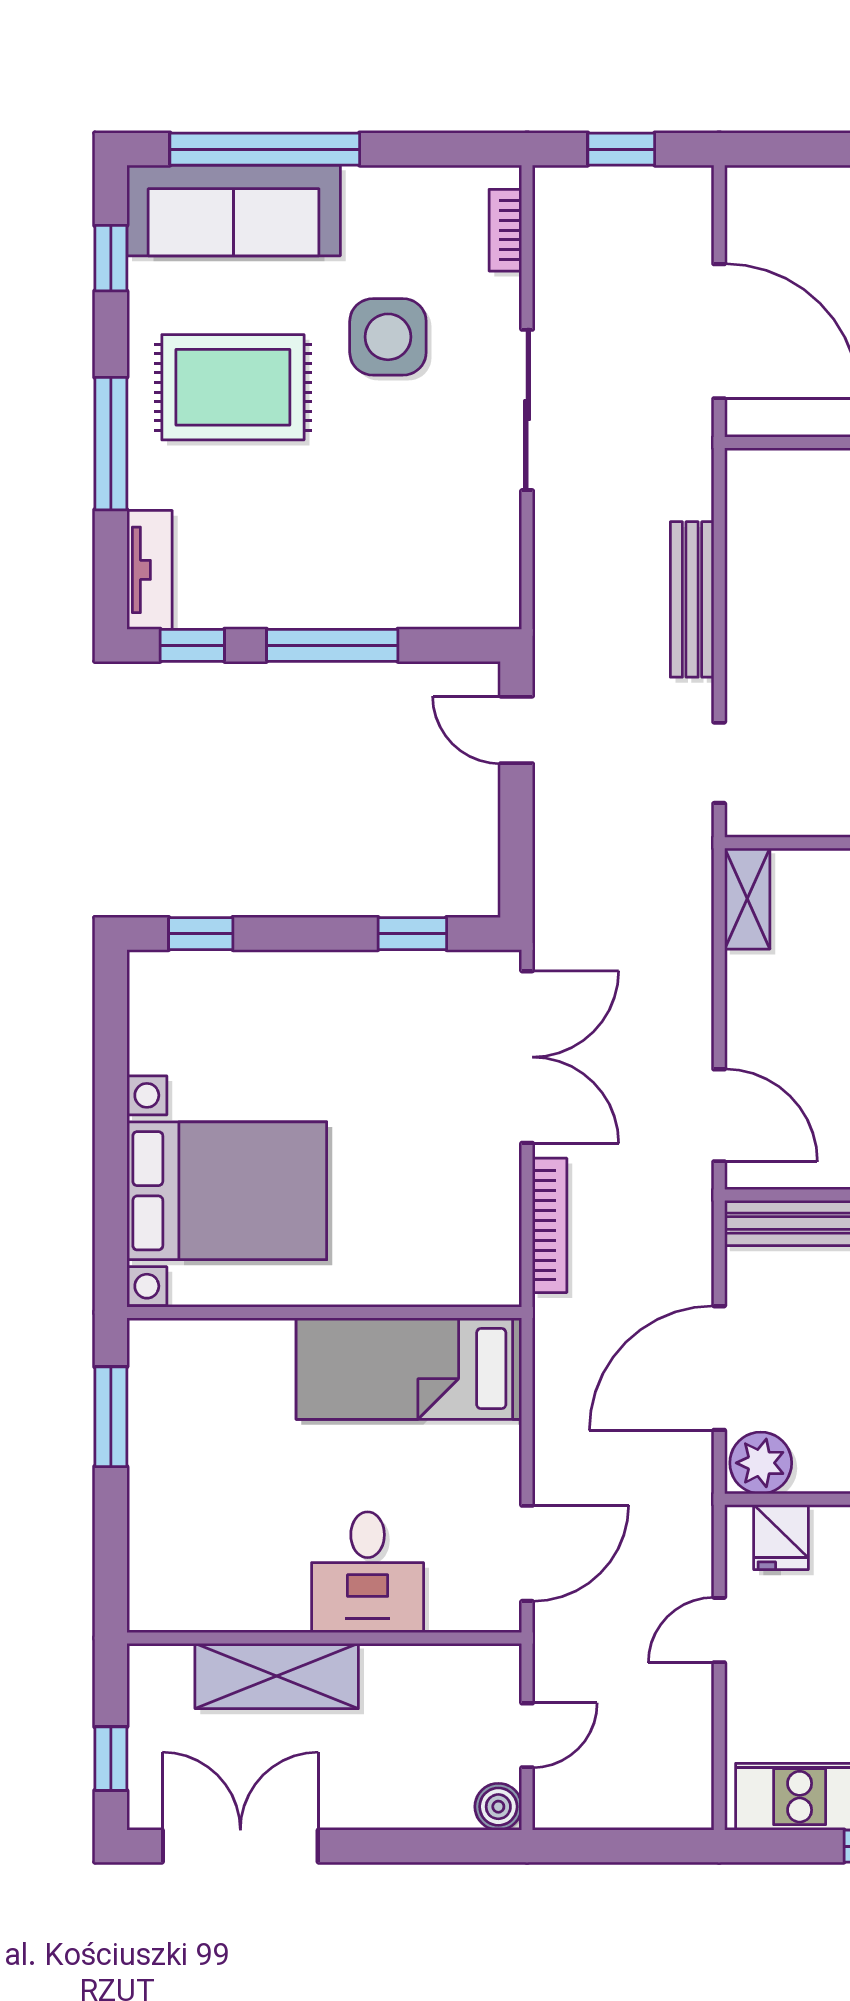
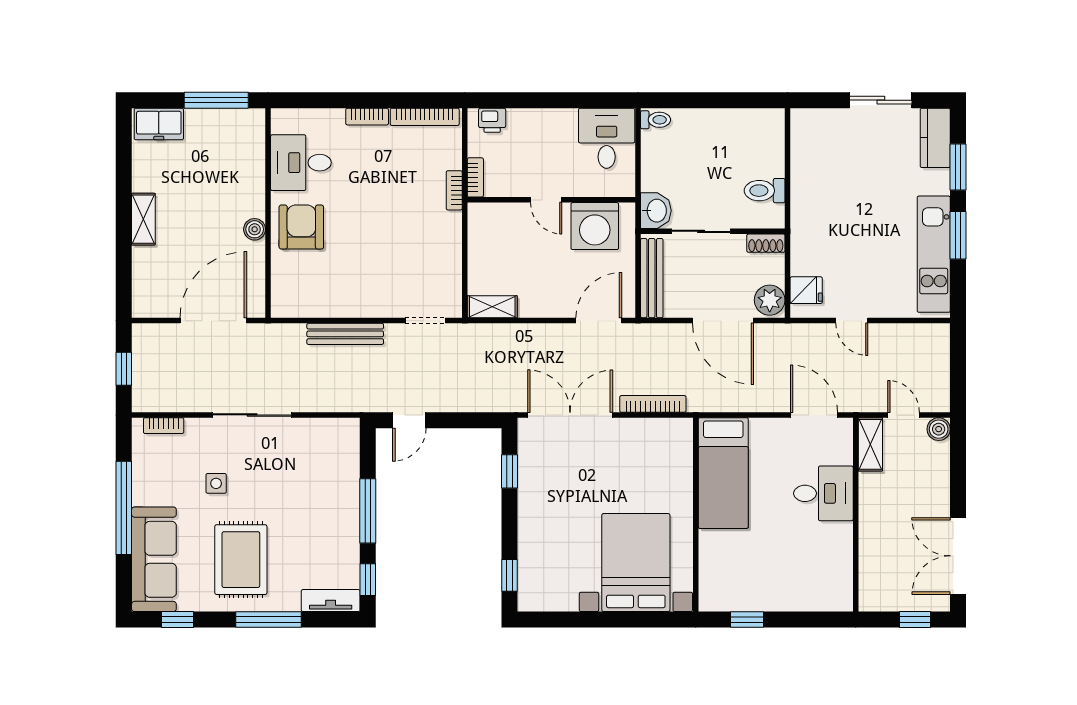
window: (265, 149) -> (124, 508), moved
side table: (388, 337) -> (216, 483), width x0.54, depth x0.54
window: (111, 1417) -> (747, 620), width x0.67
shelving: (277, 1676) -> (870, 444), moved, width x0.67, depth x0.75

